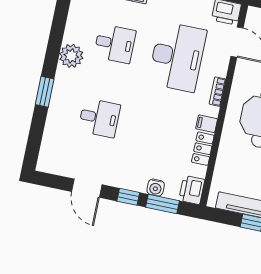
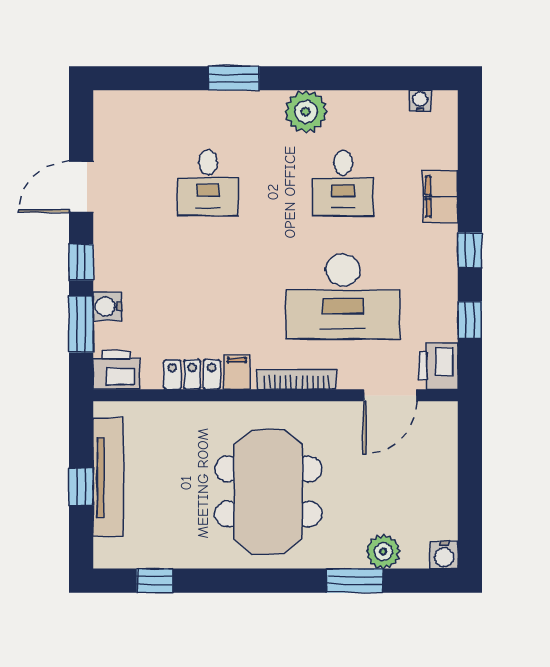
bookcase: (217, 92) -> (297, 379), width x1.56

